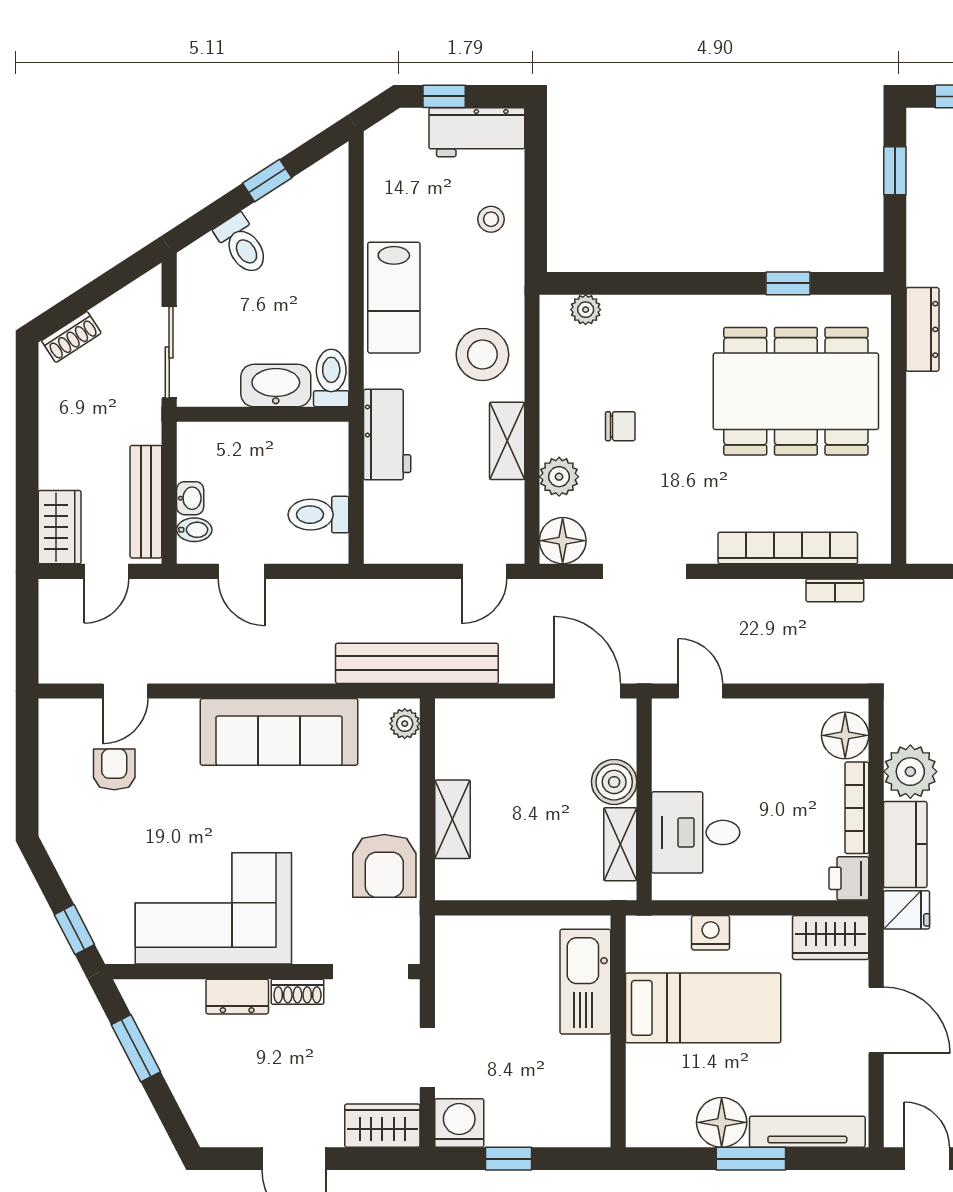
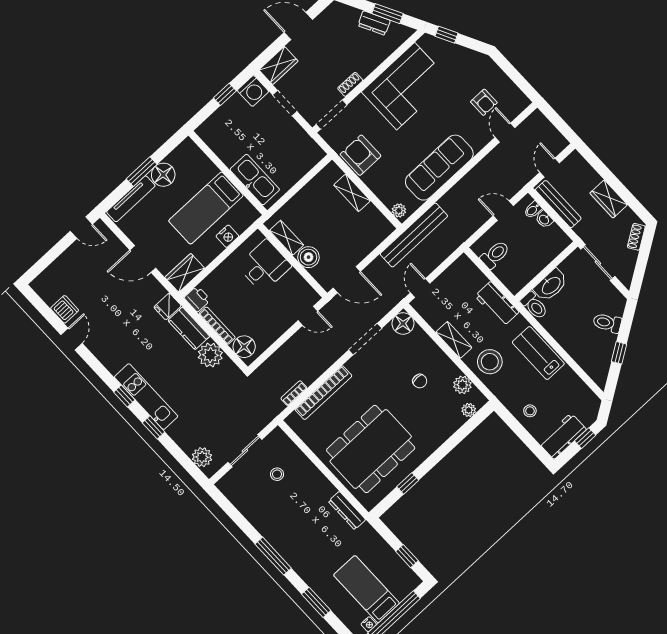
chair: (620, 426) -> (420, 381), turned -90
plant: (559, 477) -> (462, 385), moved
wardrobe: (60, 527) -> (609, 199), moved
dresser: (237, 997) -> (374, 23), moved, turned -117

